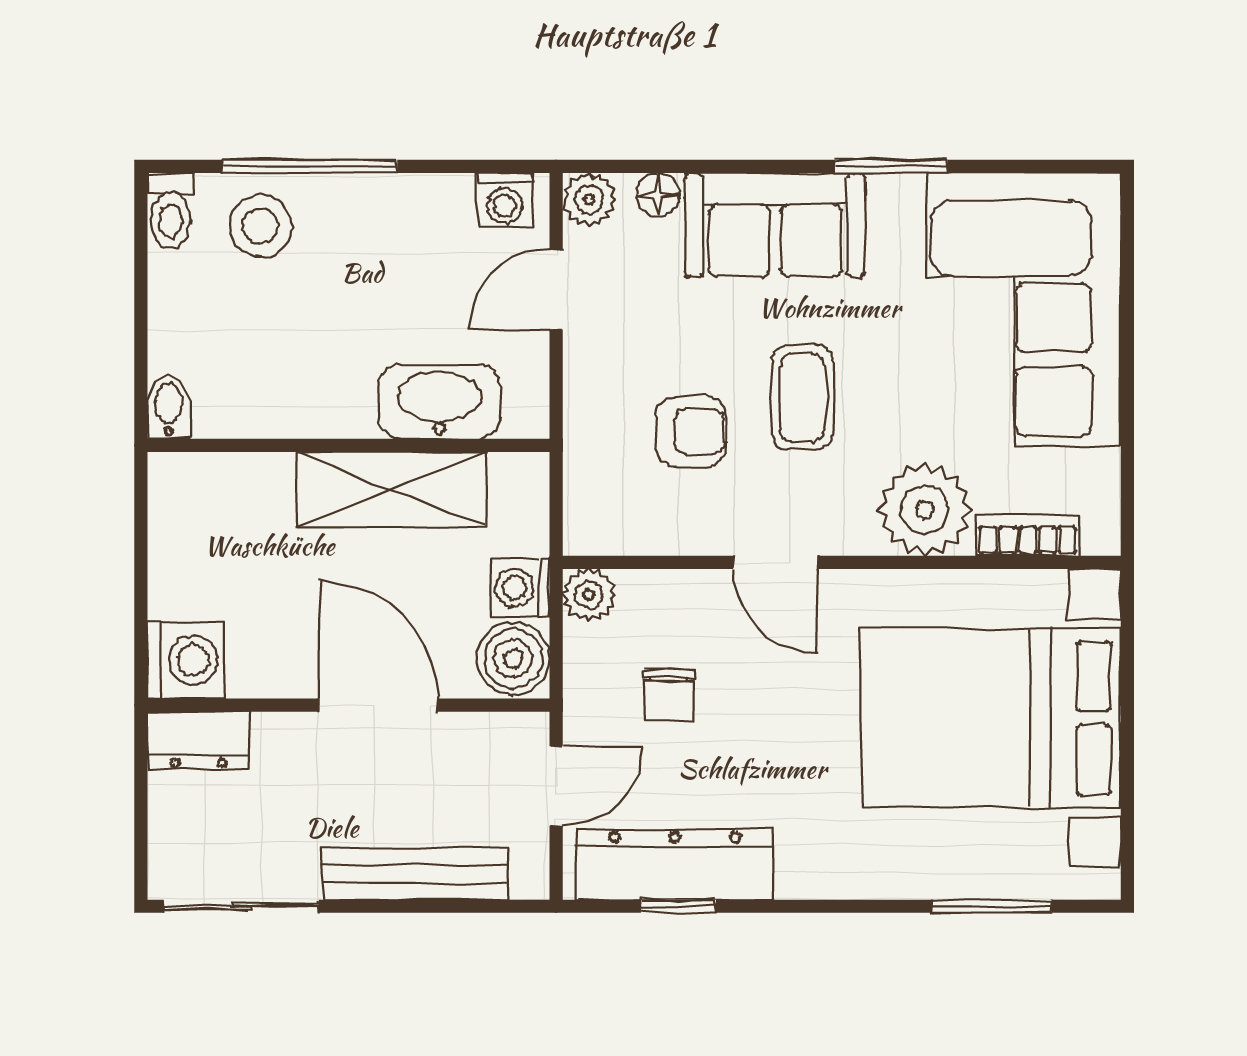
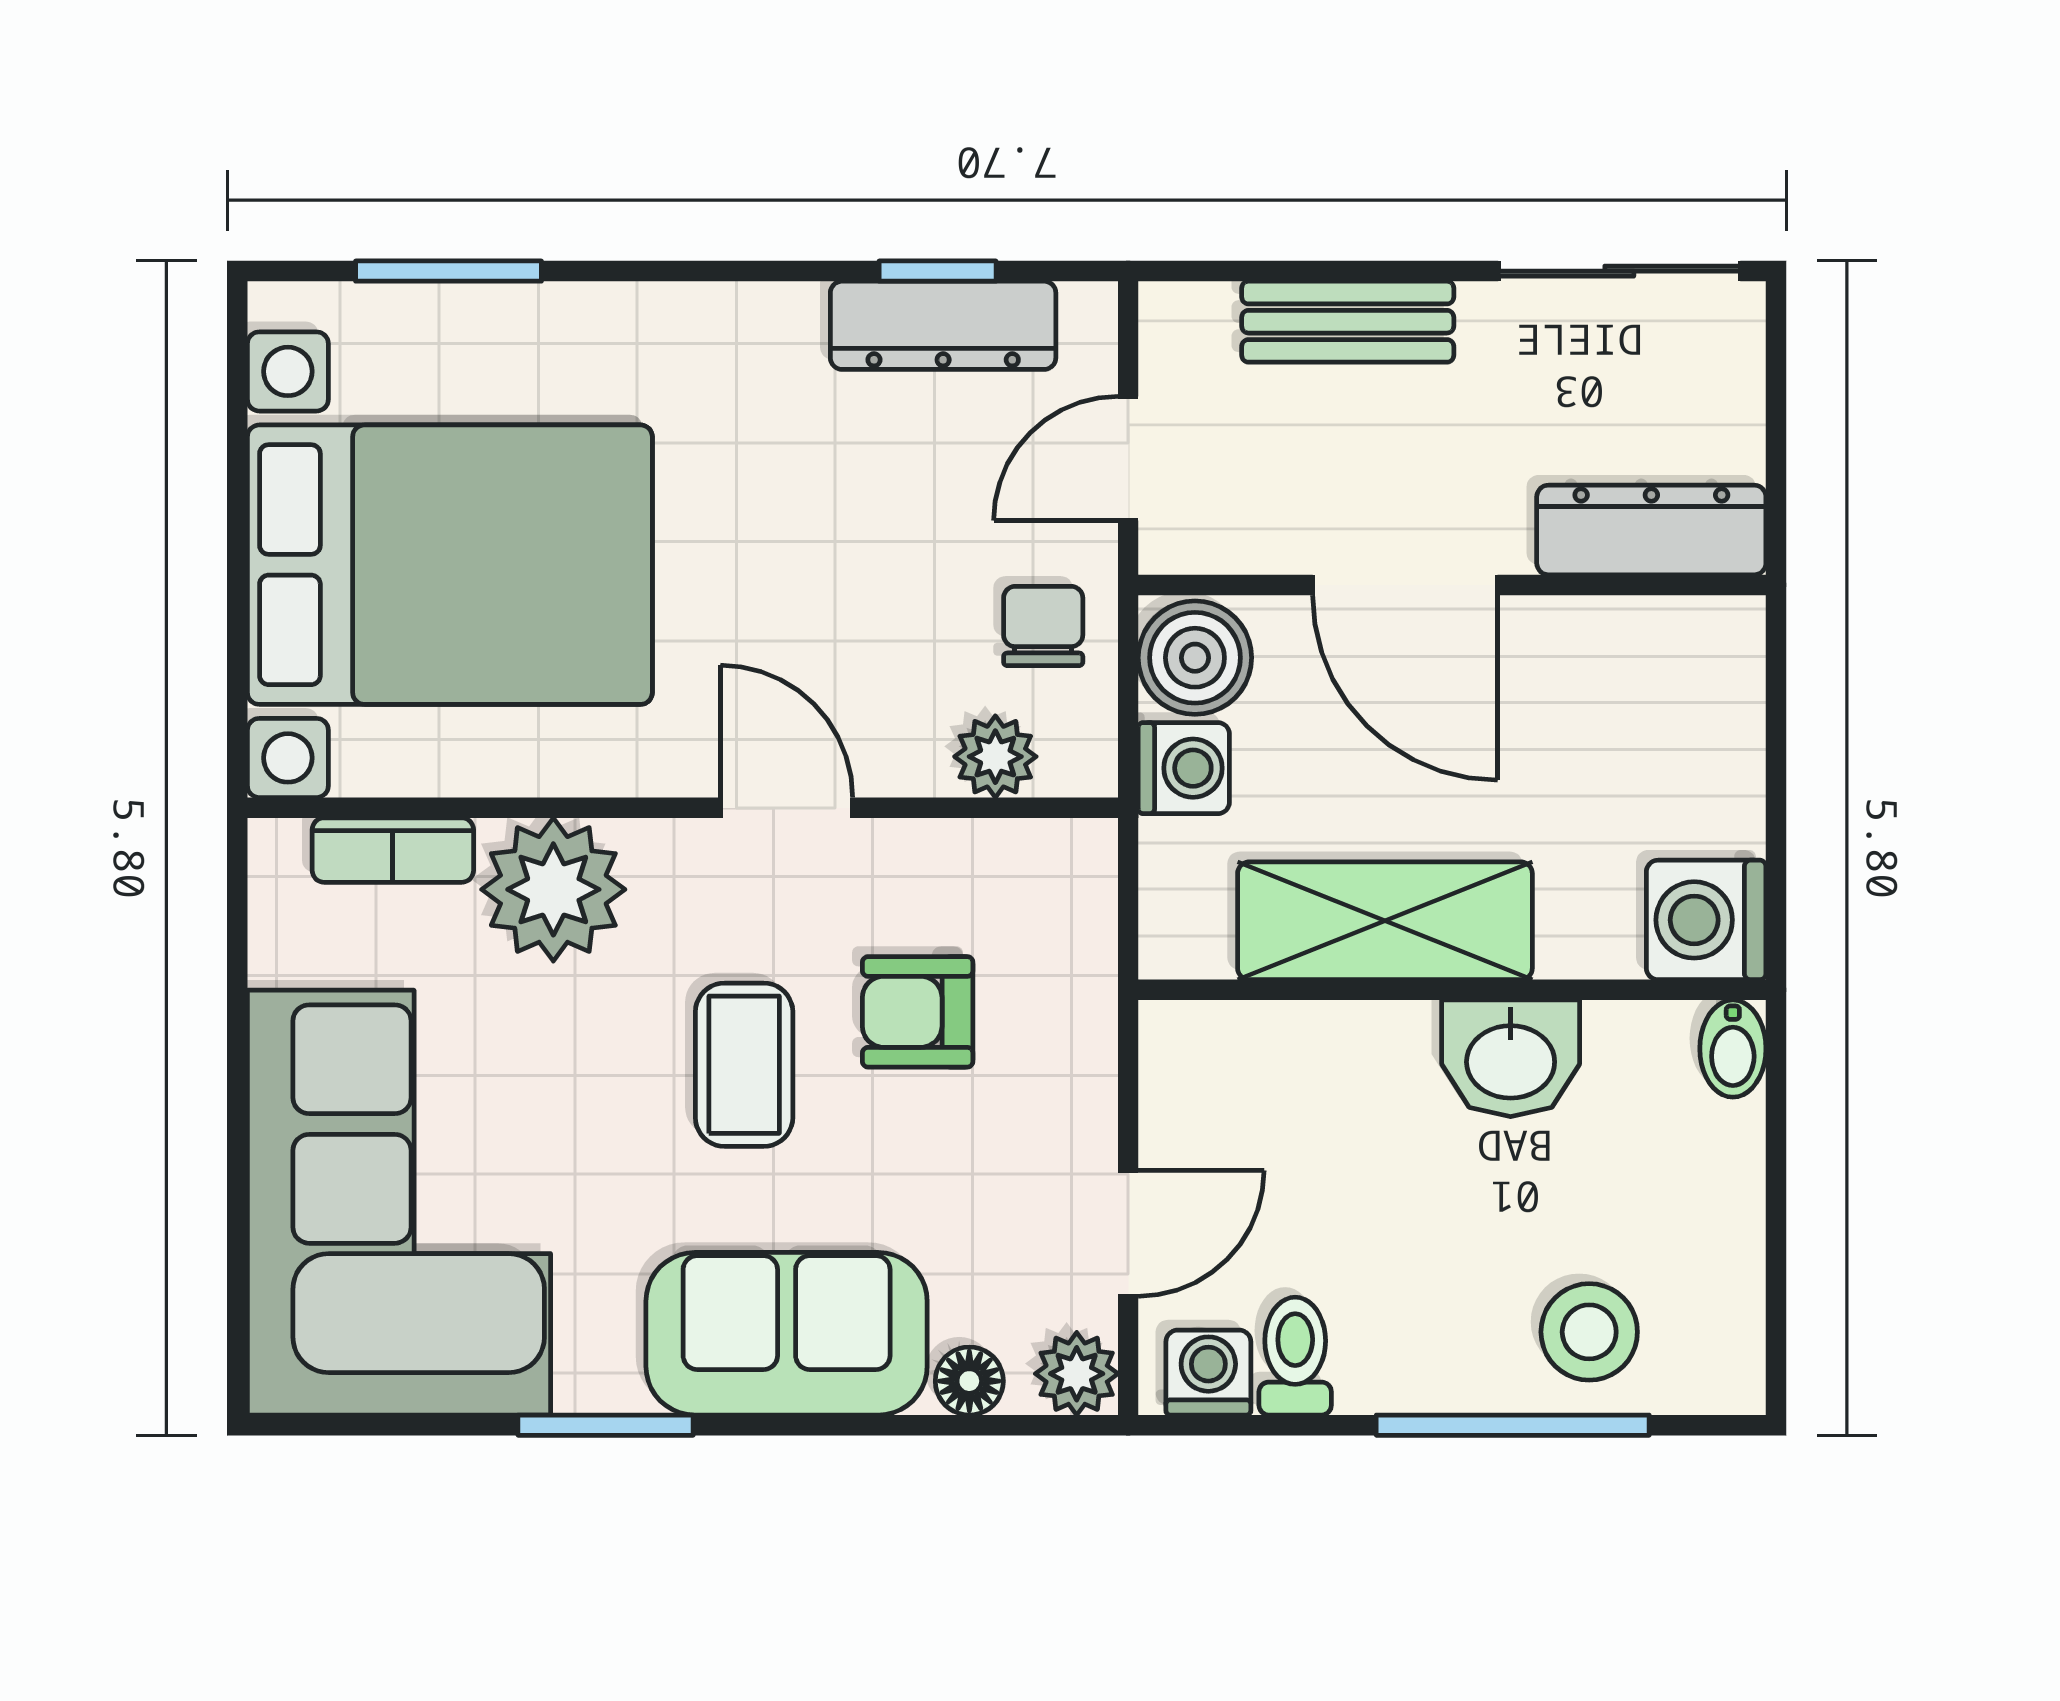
toilet: (170, 211) -> (1295, 1356), moved
washbasin: (440, 402) -> (1511, 1058), moved, width x0.72
plant: (589, 595) -> (995, 757), moved
washing machine: (186, 660) -> (1706, 920), moved
chair: (669, 695) -> (1043, 626), moved
dresser: (198, 740) -> (1651, 530), width x1.44
dresser: (675, 865) -> (943, 325), width x0.73, depth x0.80
bench: (415, 874) -> (1348, 322), width x0.73

